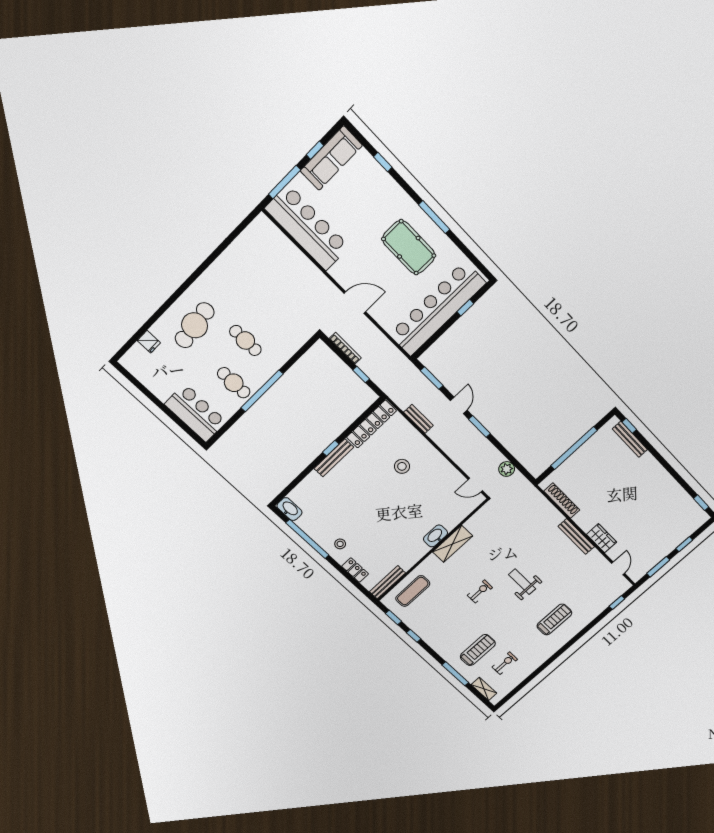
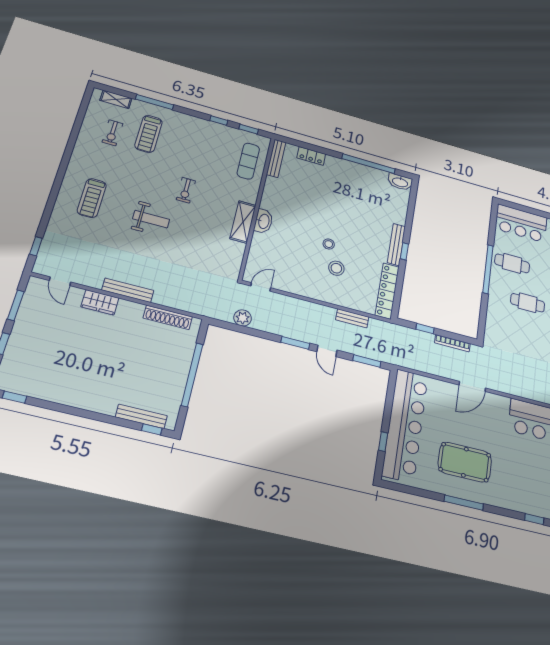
stool: (340, 544) -> (329, 244), moved

